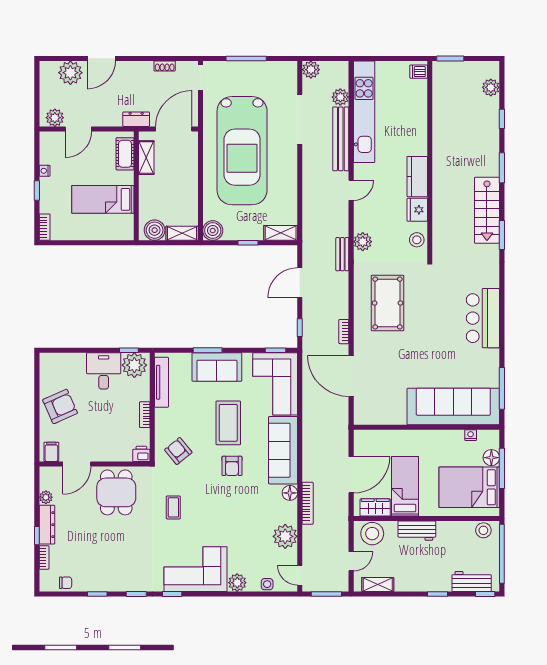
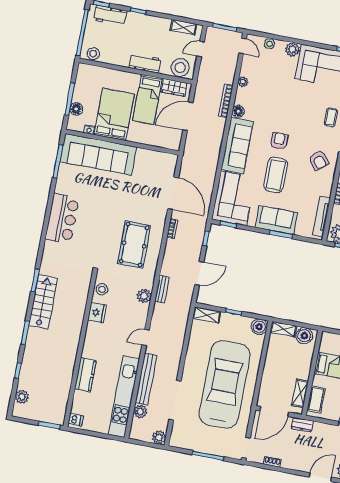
kitchen counter: (417, 177) -> (85, 375), moved
bed: (469, 487) -> (114, 114), moved, turned -90
plant: (285, 536) -> (243, 82), width x0.53, depth x0.53

